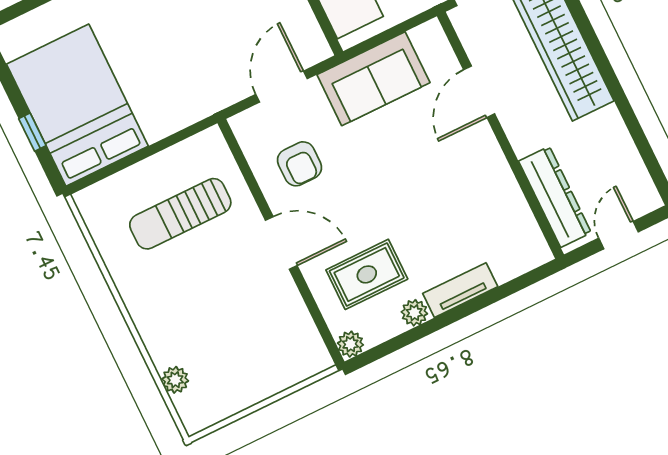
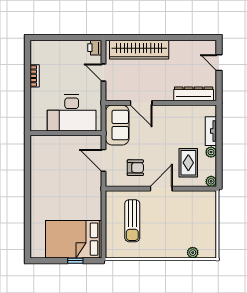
door: (479, 92) -> (141, 103), moved
wall: (500, 135) -> (161, 103), moved
dresser: (555, 197) -> (194, 94), moved

